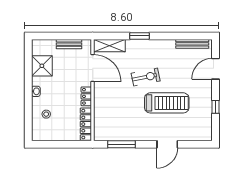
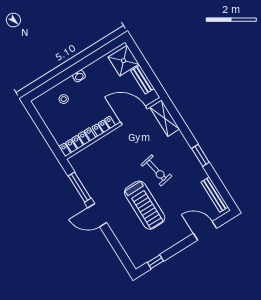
window: (139, 36) -> (200, 155), moved
shower: (42, 66) -> (124, 61), moved
door: (93, 68) -> (134, 115), swing flipped
window: (216, 107) -> (155, 262), moved
door: (167, 144) -> (97, 215), moved

